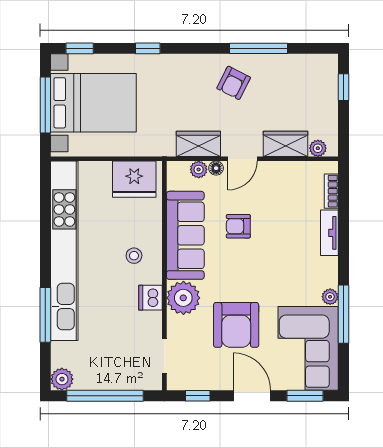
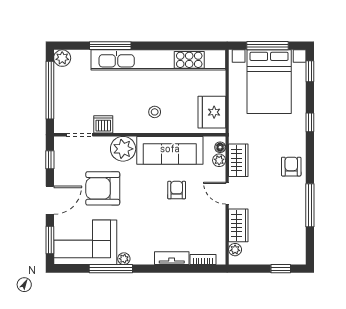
armchair: (234, 83) -> (291, 167), moved, turned 63
floor lamp: (216, 168) -> (220, 147), moved
dishwasher: (151, 298) -> (103, 124), moved

